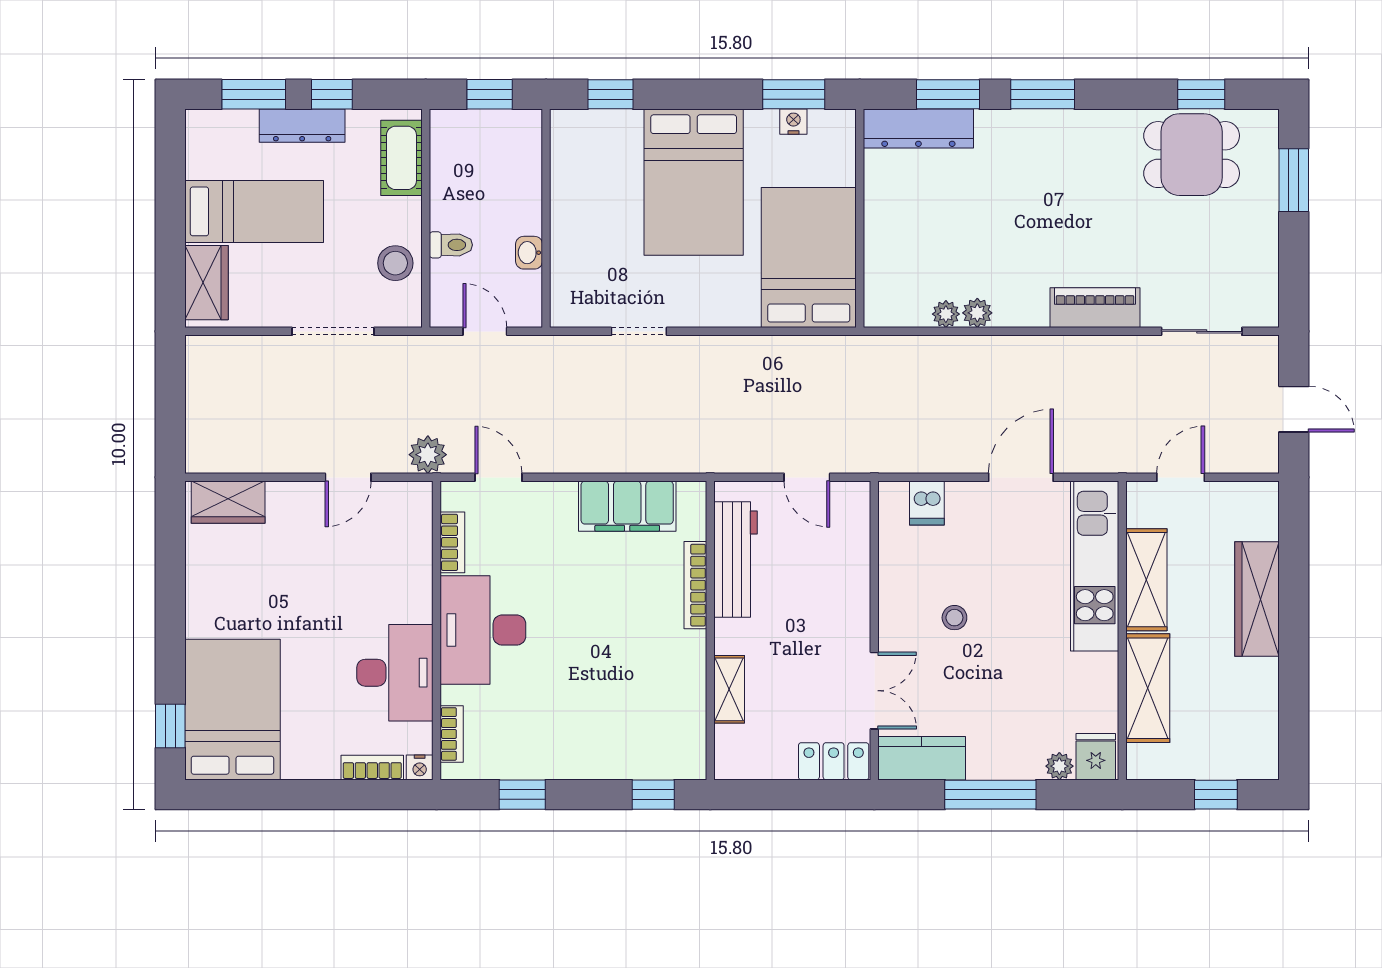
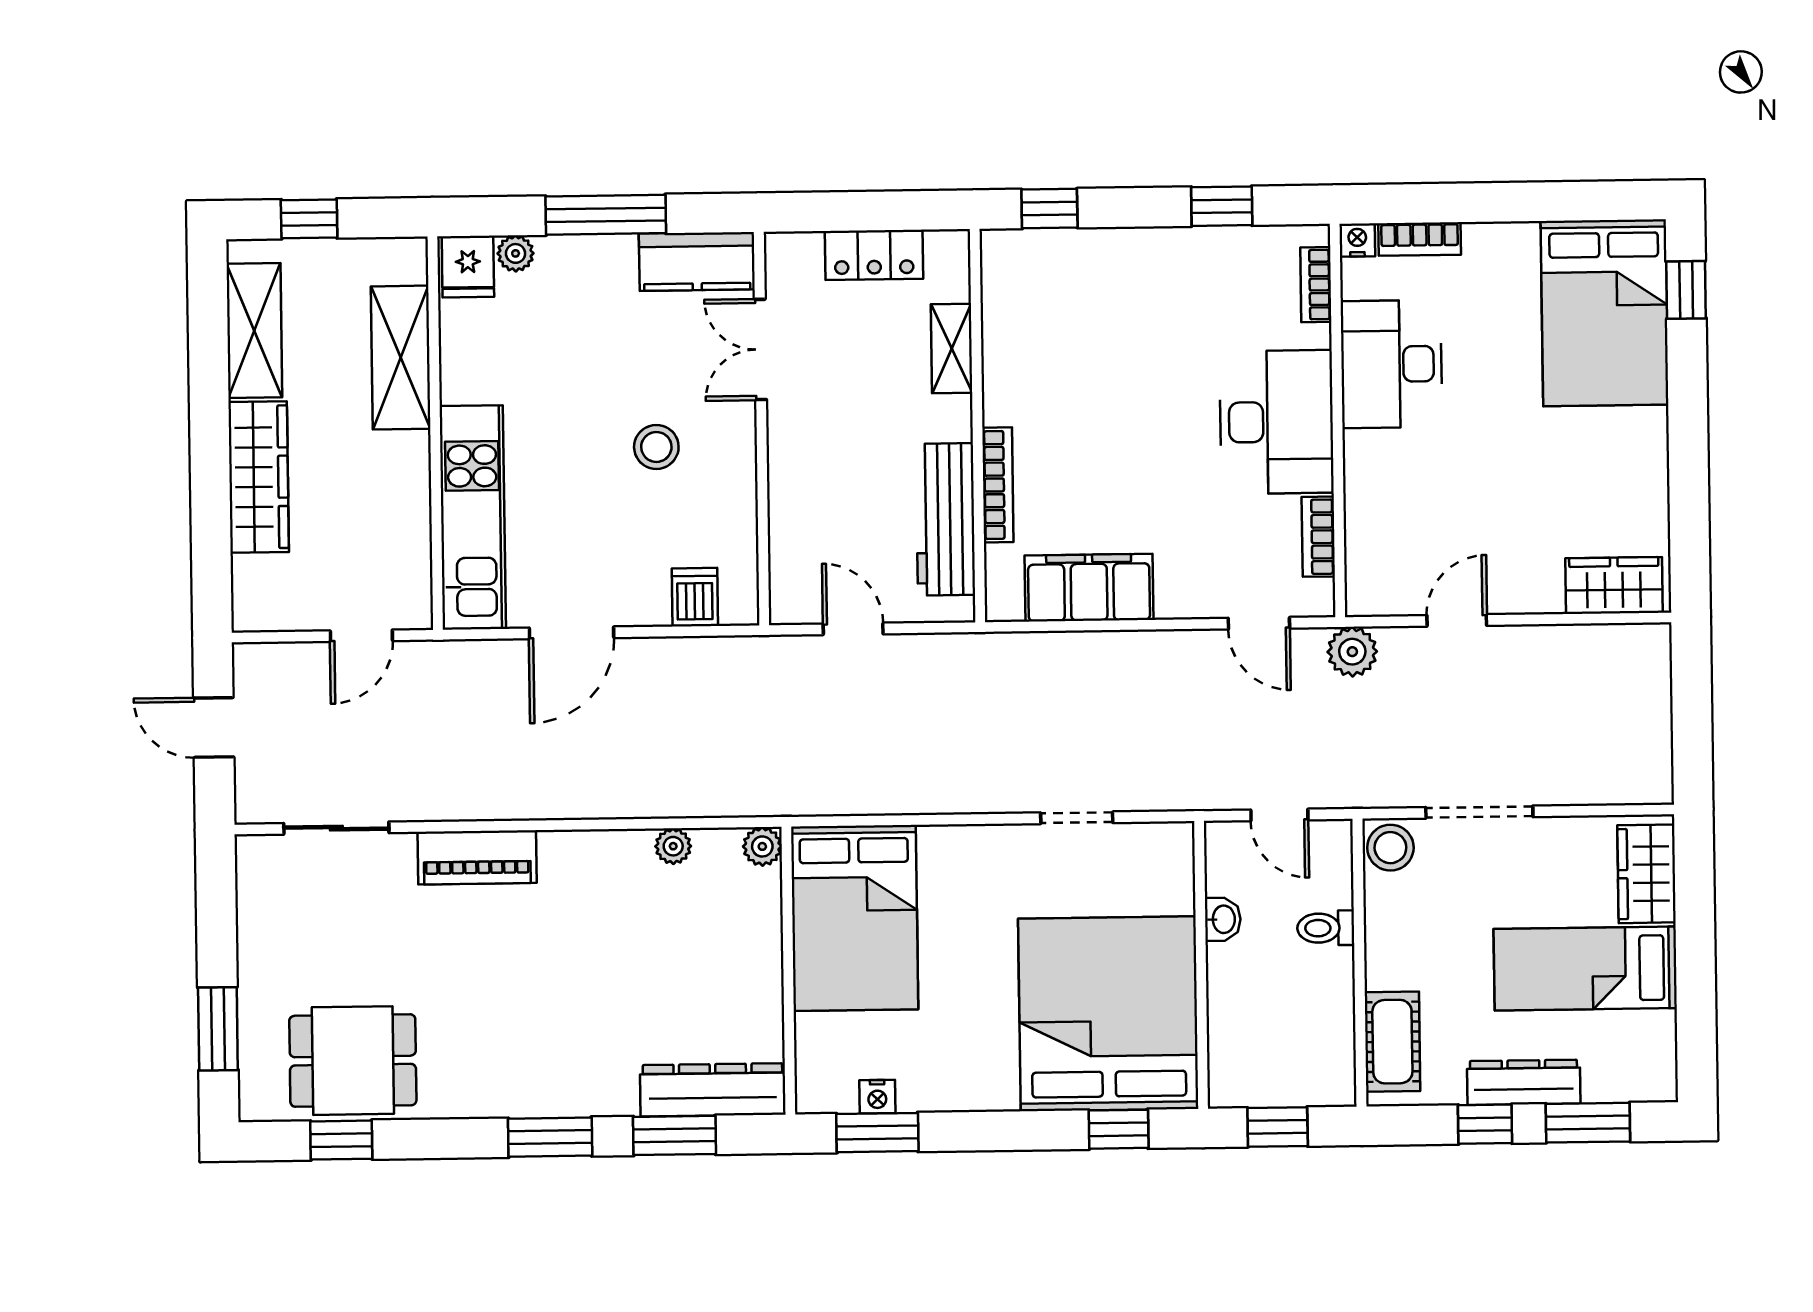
bed: (694, 182) -> (1108, 1014), moved, width x1.36
stool: (395, 263) -> (1390, 848), moved
plant: (977, 313) -> (762, 846), moved
shelving: (1146, 580) -> (254, 330), moved
stool: (954, 618) -> (656, 447), width x1.37, depth x1.37
locker: (834, 761) -> (874, 255), moved

